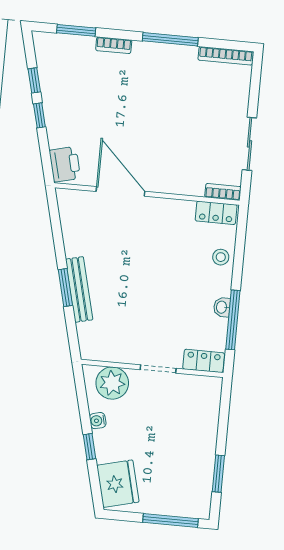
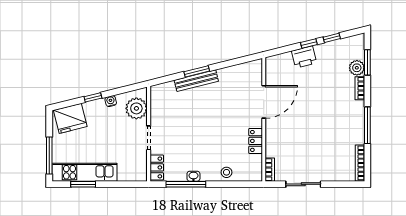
plant: (83, 47) -> (357, 68), added
printer: (65, 164) -> (304, 57), moved
locker: (216, 213) -> (256, 141), moved
kitchen unit: (201, 470) -> (84, 172), added

